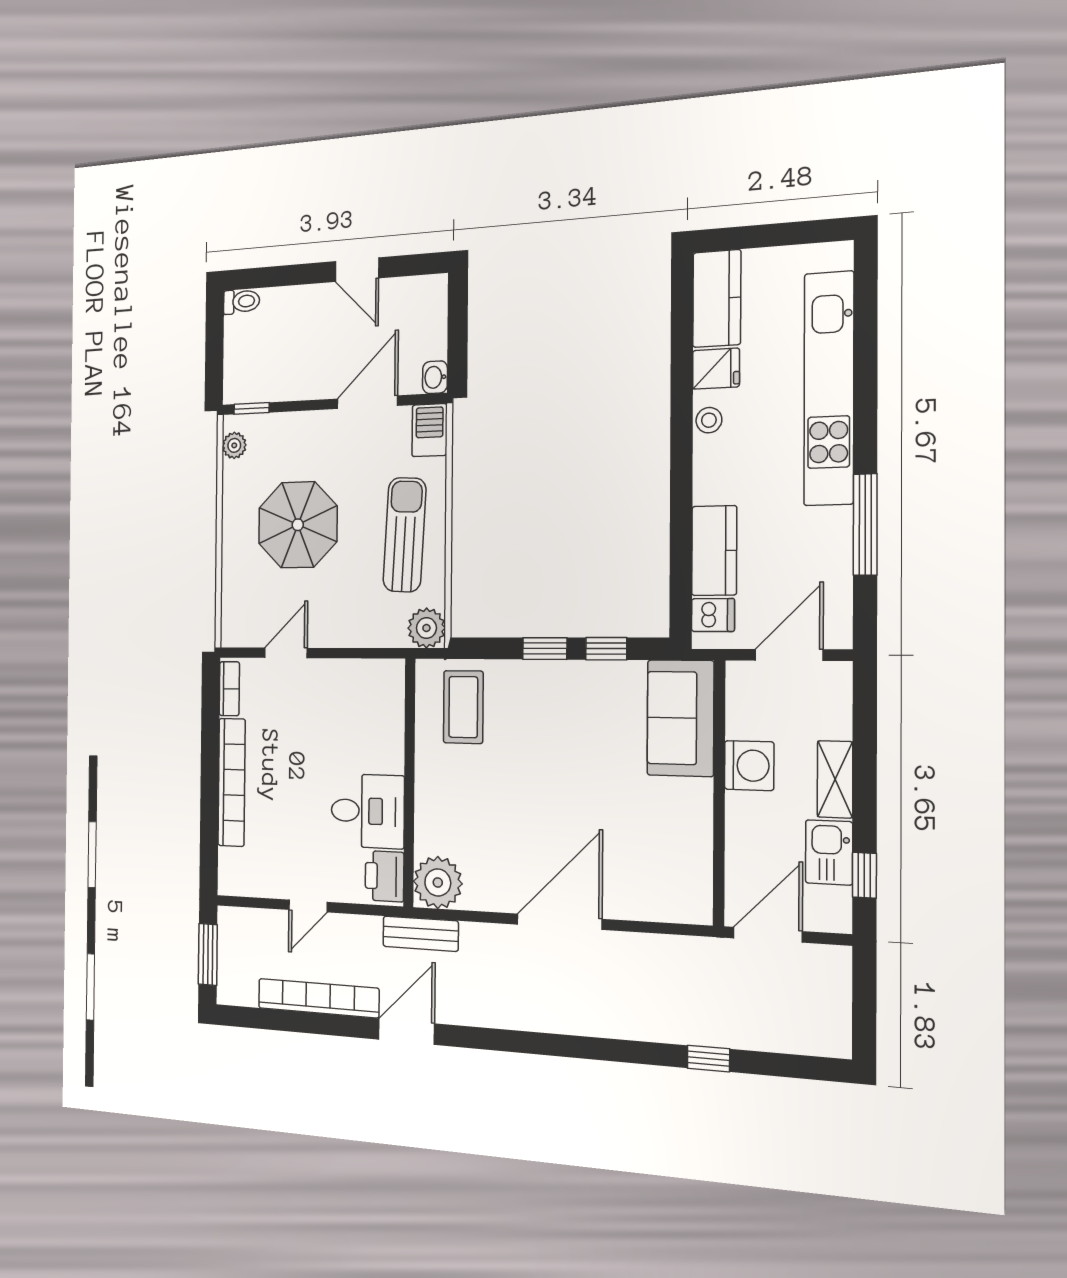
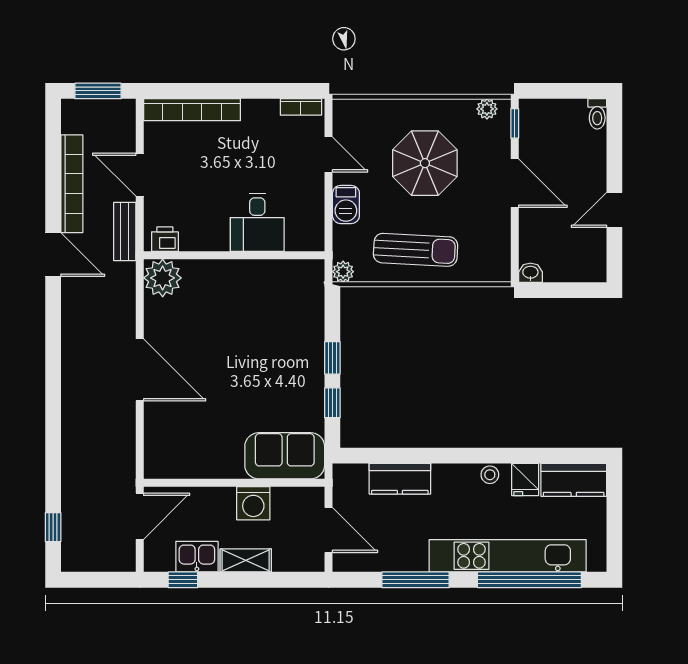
window: (865, 354) -> (529, 580), added
door: (367, 402) -> (515, 183), moved
barbecue: (430, 430) -> (346, 204), moved, turned 90
dishwasher: (713, 615) -> (356, 478), removed
plant: (426, 628) -> (343, 272), width x0.73, depth x0.73
coffee table: (463, 707) -> (290, 297), removed
bookcase: (232, 782) -> (192, 110), moved
desk: (368, 811) -> (257, 222), moved
printer: (385, 876) -> (165, 239), width x0.73, depth x0.81
door: (308, 906) -> (140, 175), width x1.38
bench: (421, 934) -> (125, 231), moved
door: (768, 935) -> (140, 516), hinge flipped
window: (708, 1059) -> (53, 527), moved

